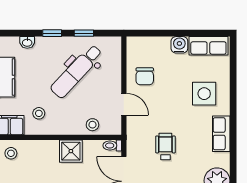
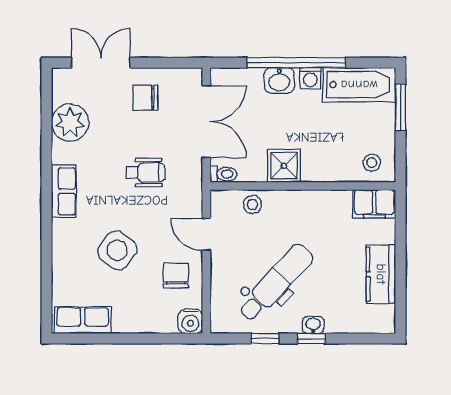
washbasin: (27, 42) -> (313, 325), moved
water cooler: (179, 45) -> (190, 321), moved
side table: (204, 94) -> (117, 250), moved, turned 37
stool: (39, 113) -> (331, 221), removed
wheelchair: (165, 147) -> (146, 172), turned -90

